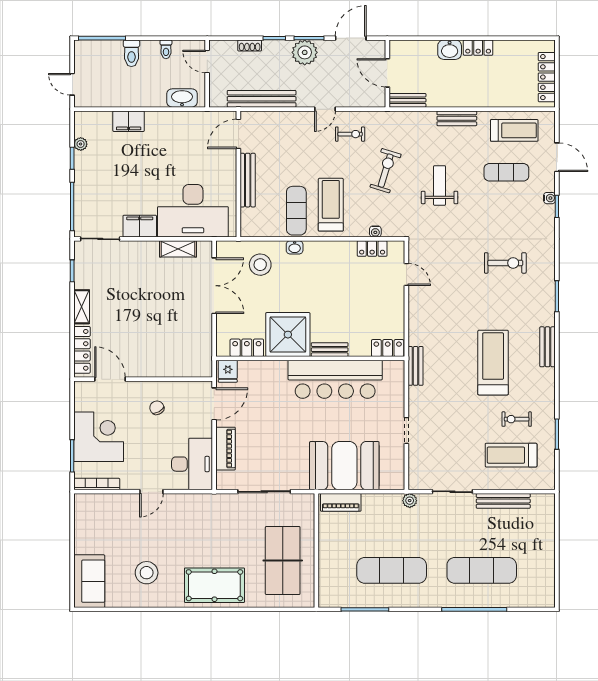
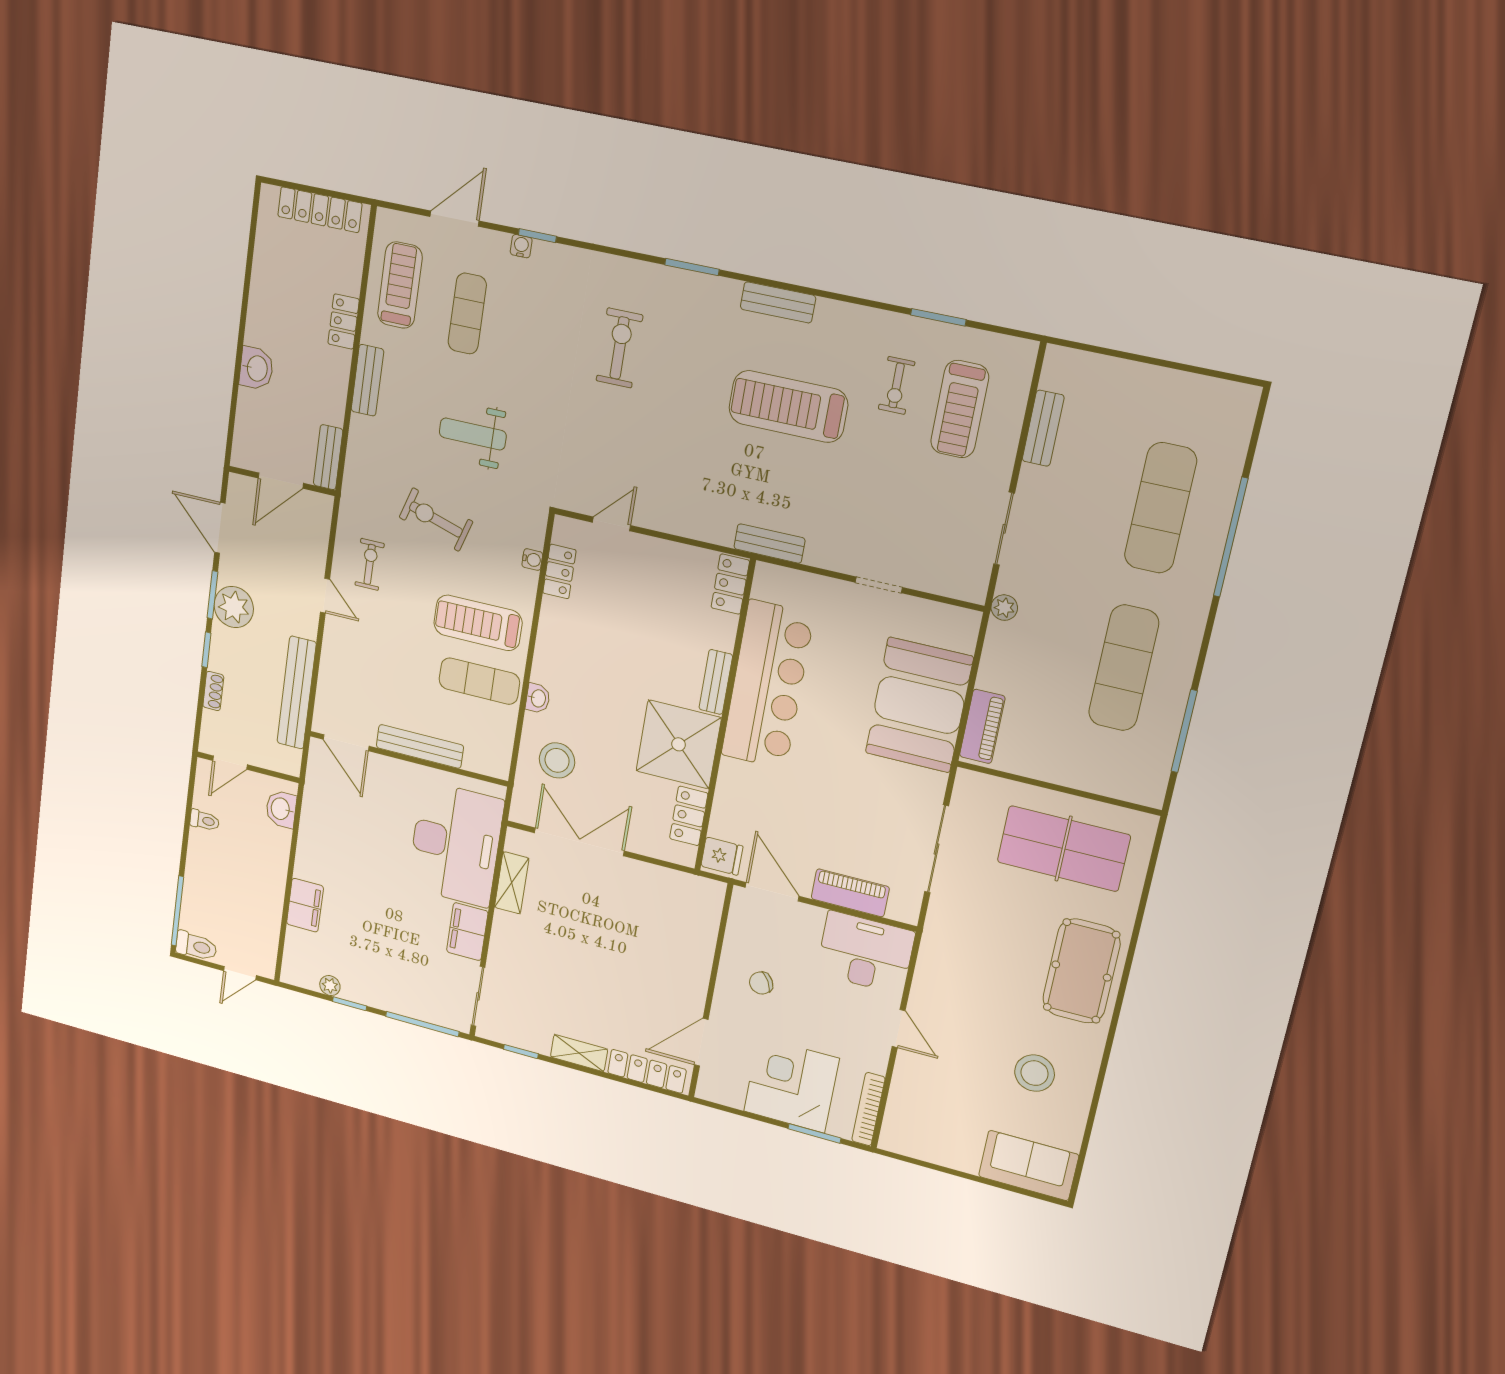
locker: (478, 48) -> (344, 322), moved, turned 180
toilet: (131, 53) -> (196, 946), moved
washbasin: (182, 98) -> (281, 809), width x0.72
bench: (503, 501) -> (1043, 428), width x0.73

